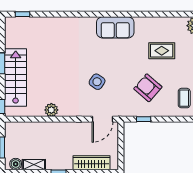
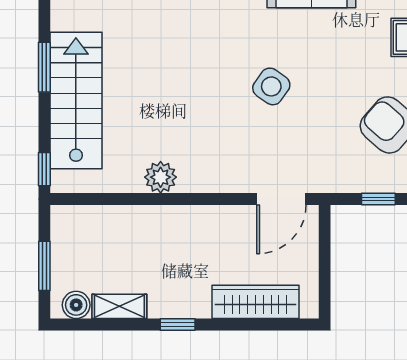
side table: (97, 82) -> (271, 86), moved

